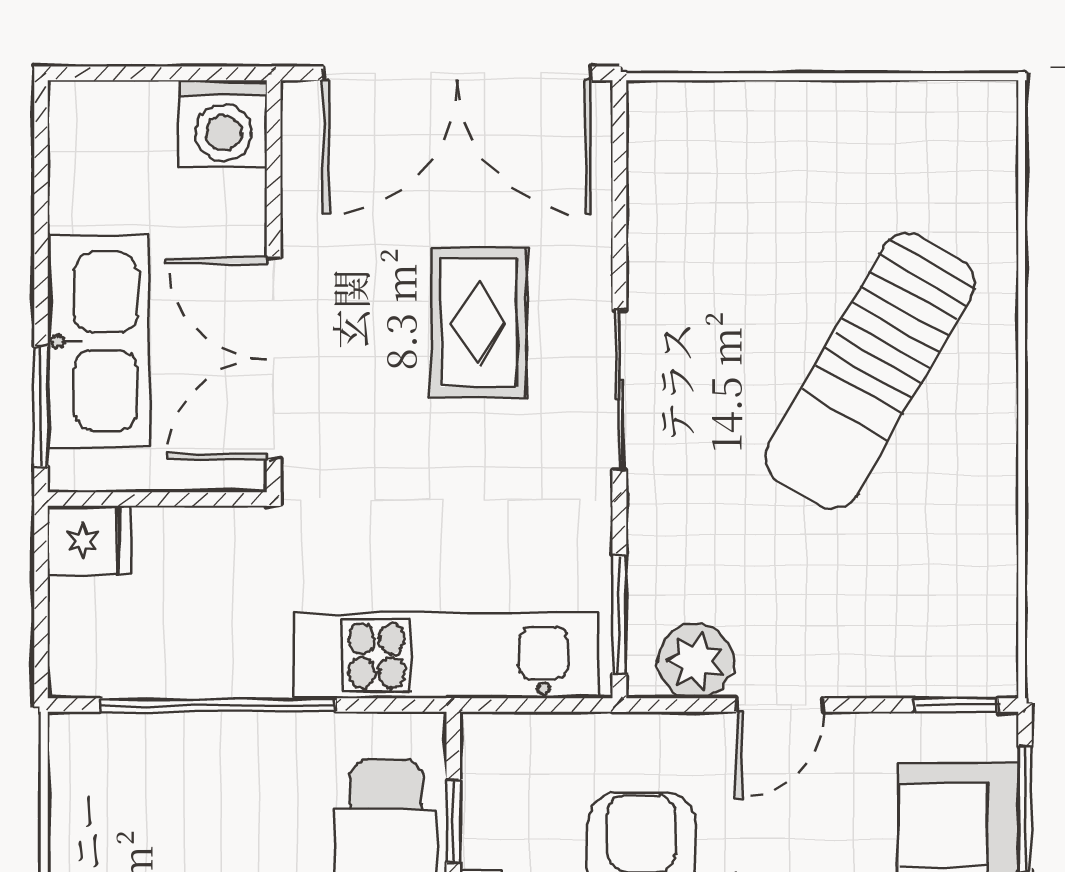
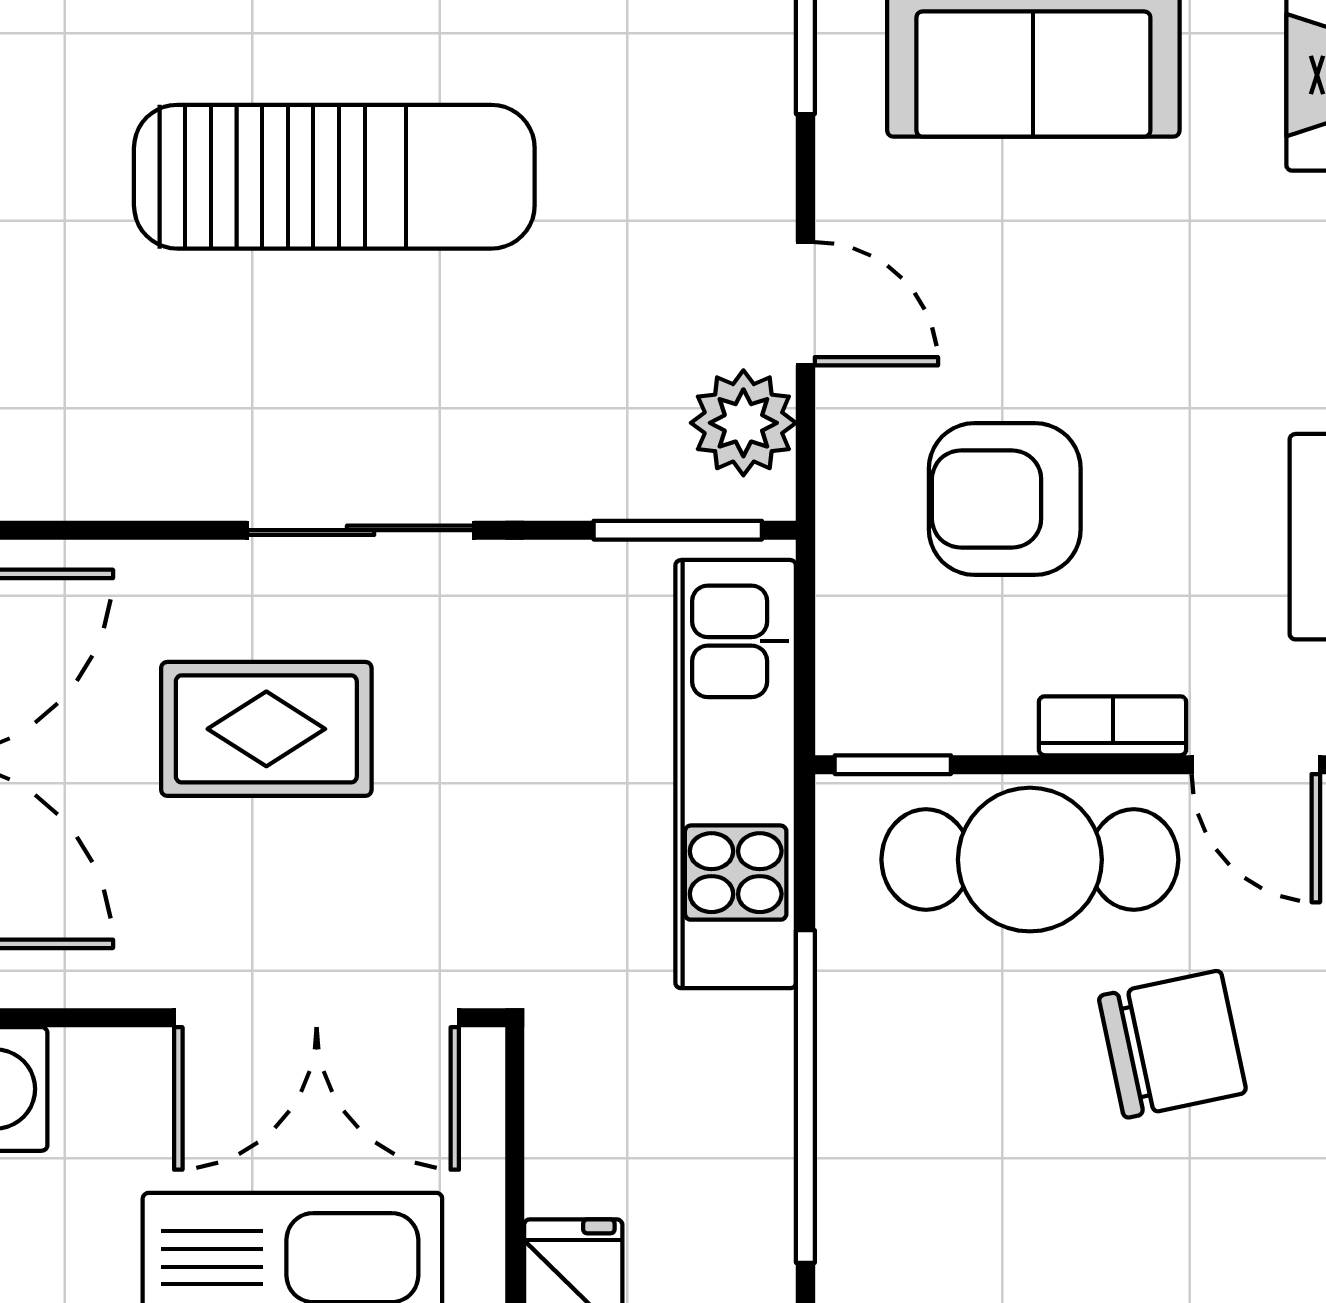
sun lounger: (870, 371) -> (334, 177), turned -30
window: (453, 821) -> (893, 765), moved

